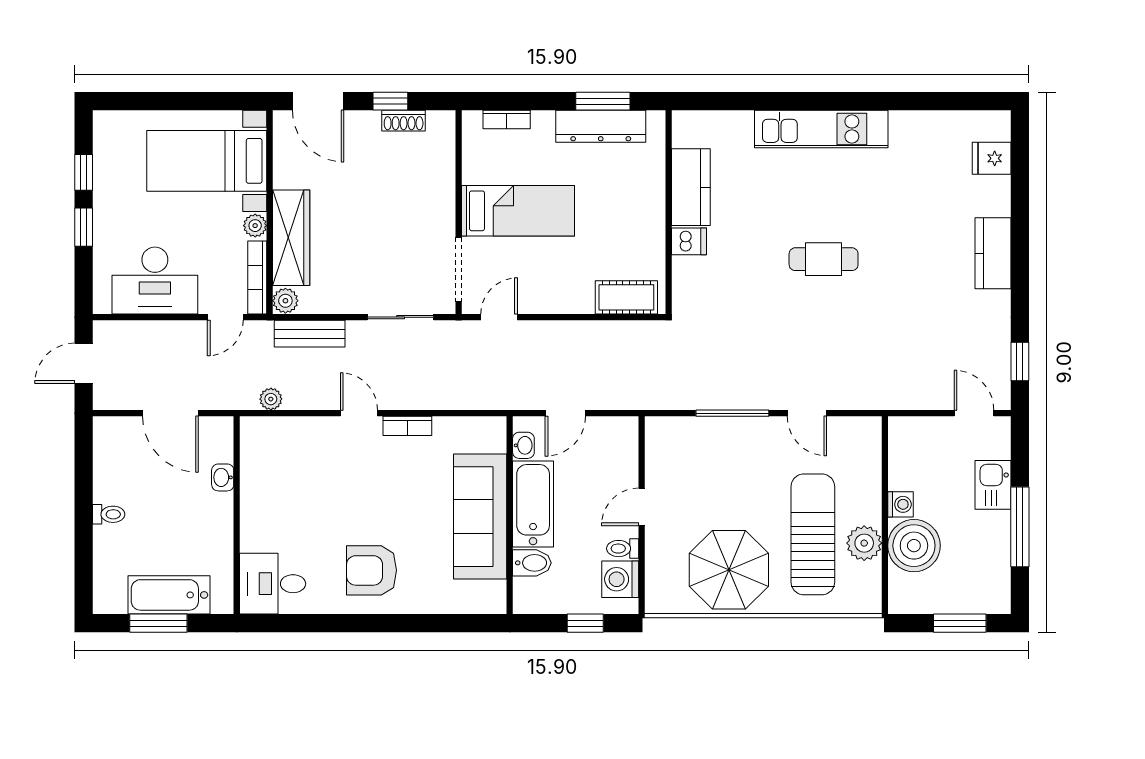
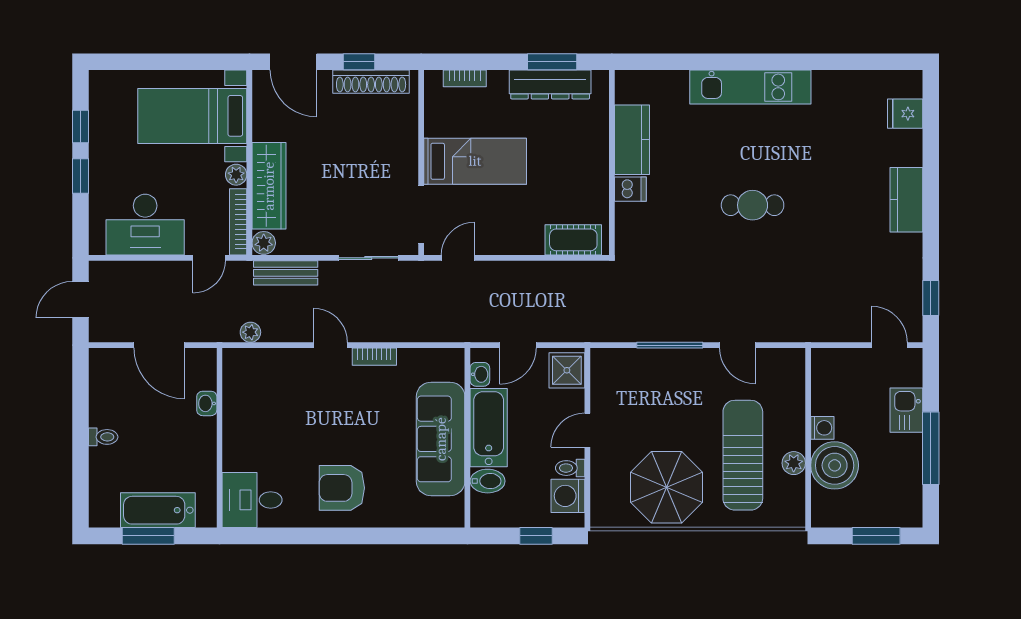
shoe rack: (404, 121) -> (371, 82), width x1.94, depth x1.24
shower: (619, 441) -> (567, 370), added
plant: (864, 543) -> (794, 463), width x0.73, depth x0.73

